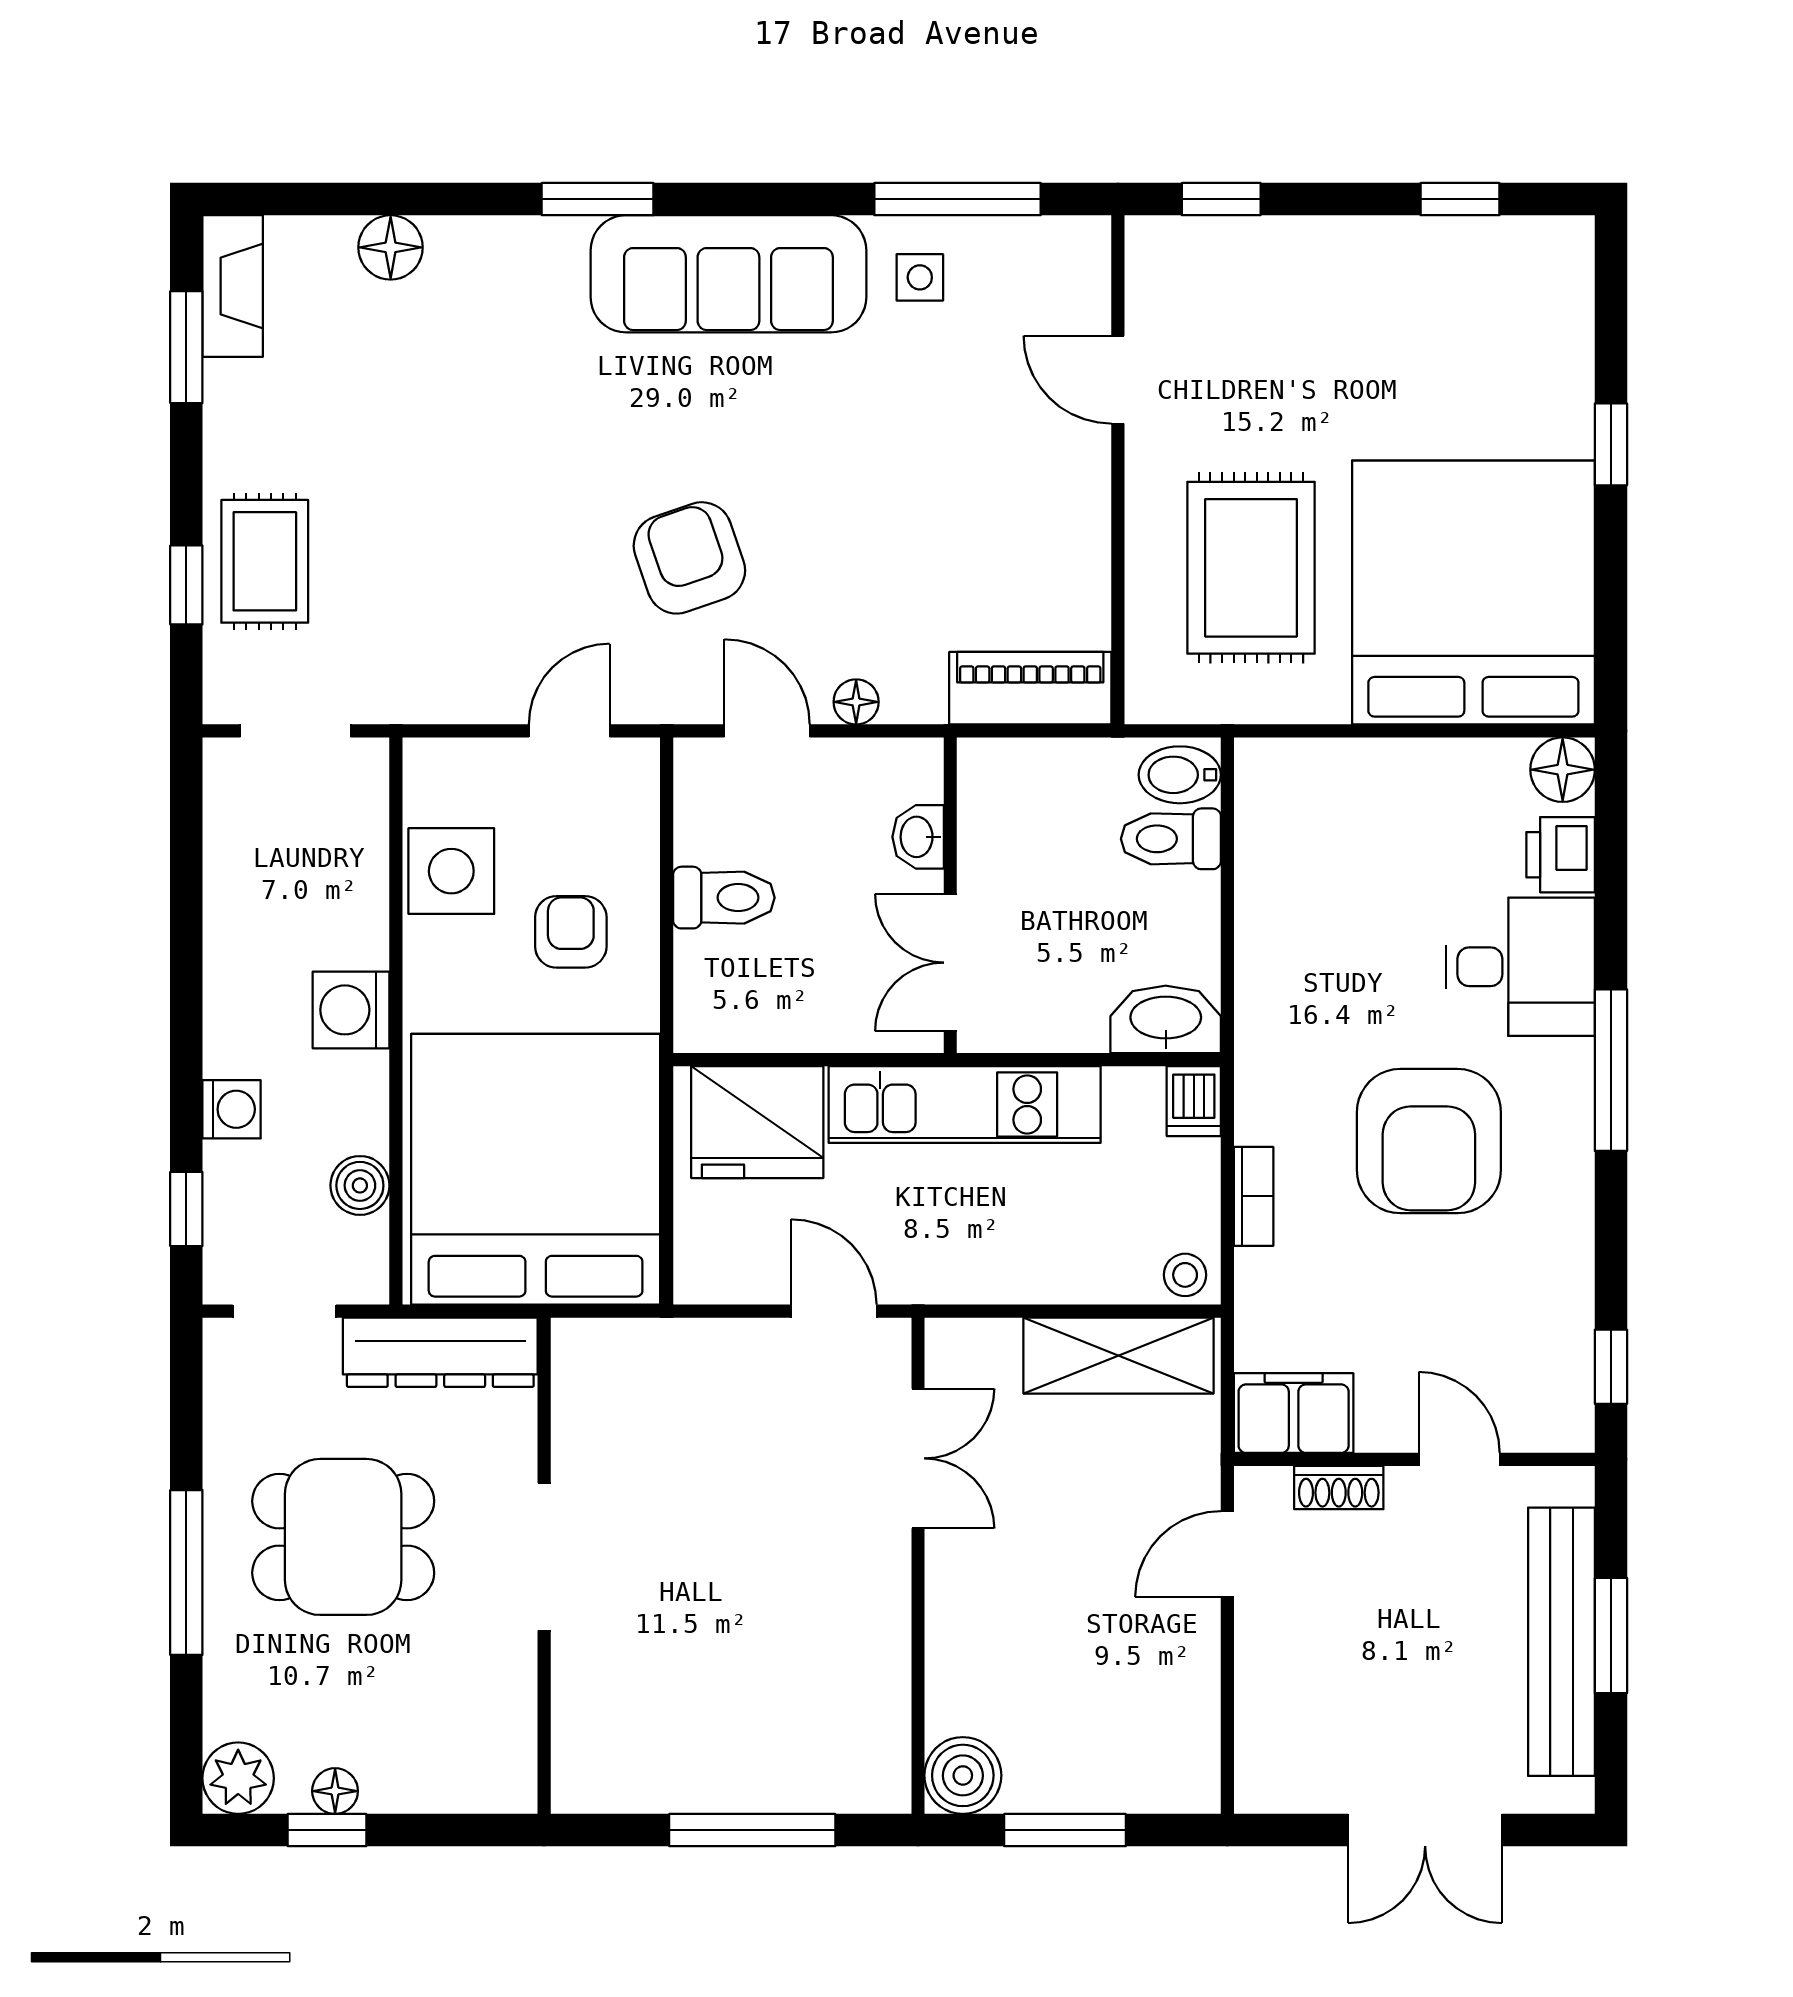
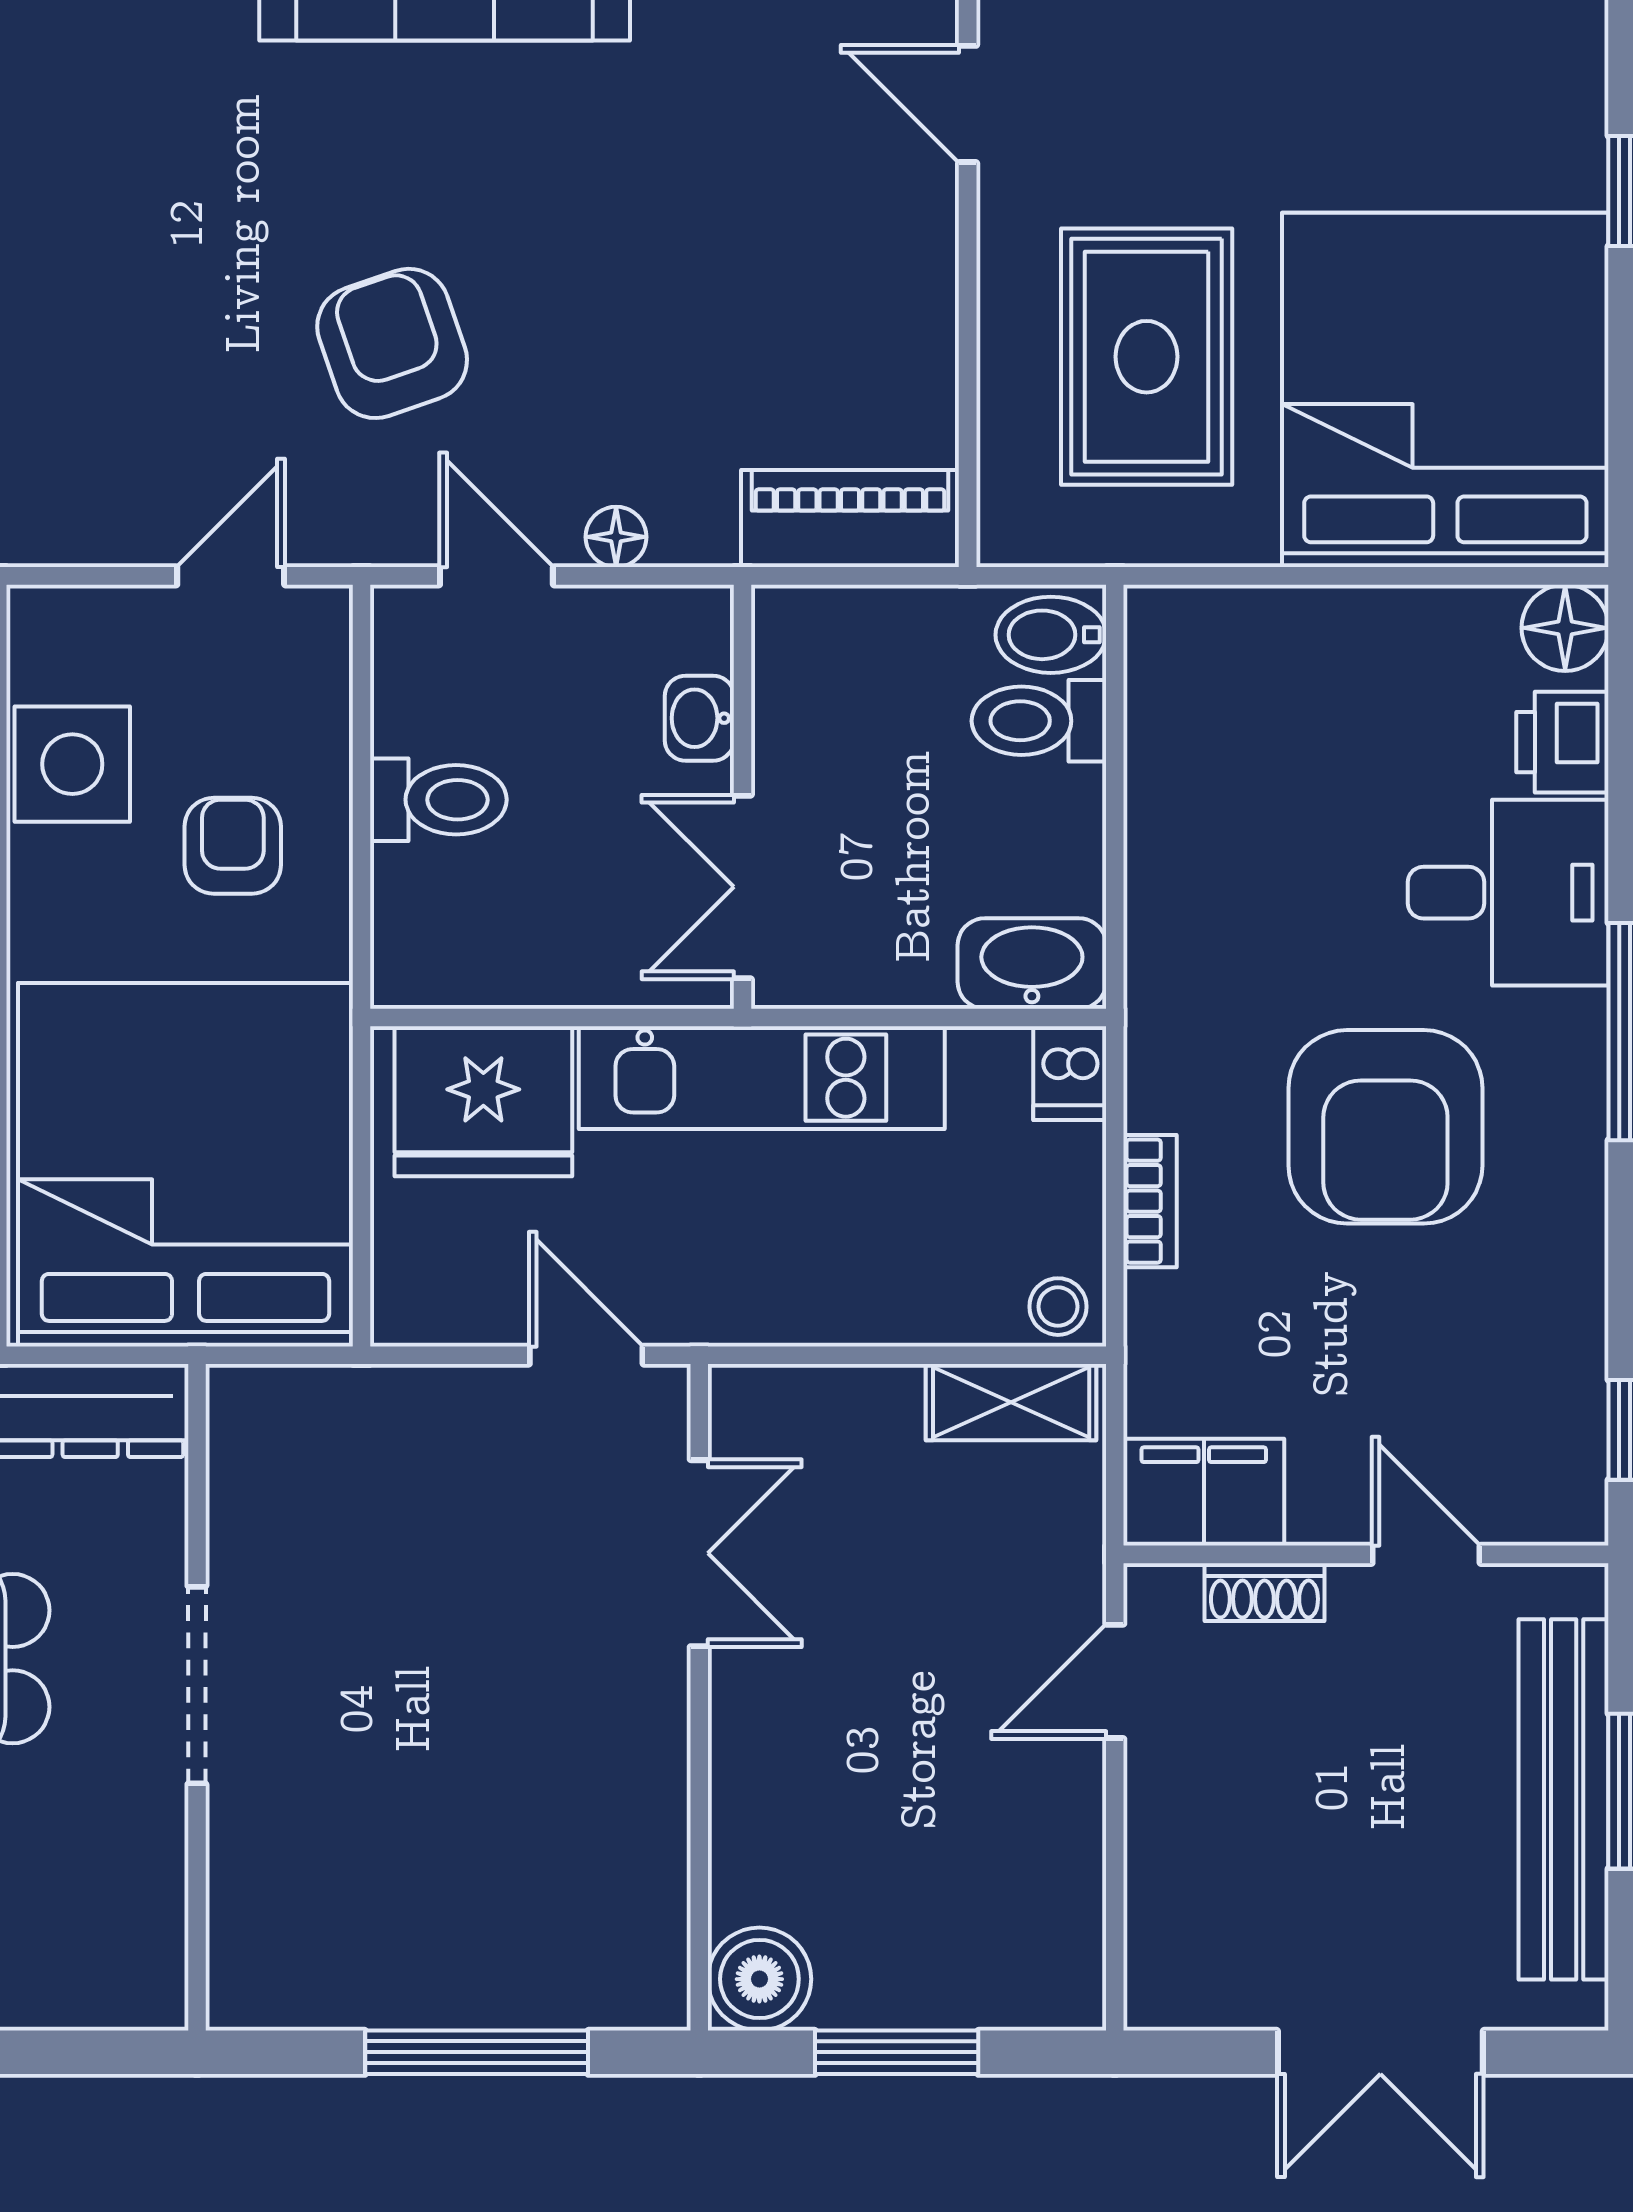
shelving: (1118, 1356) -> (1011, 1402), width x0.67, depth x0.75

